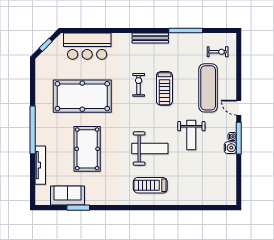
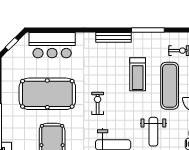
exercise bike: (139, 85) -> (98, 103), moved
treadmill: (164, 88) -> (138, 74), moved

